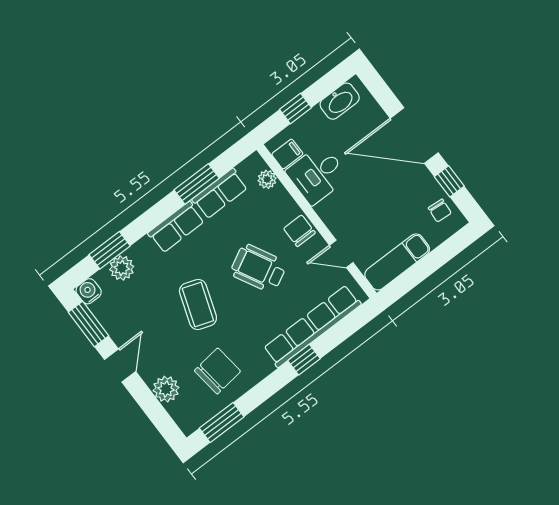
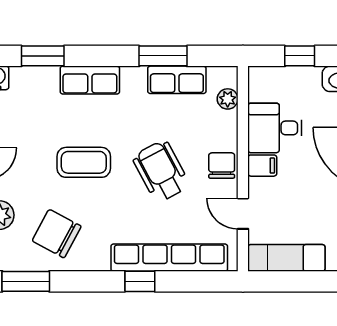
filing cabinet: (287, 154) -> (262, 166), moved
row of seats: (176, 227) -> (90, 80), moved
plant: (122, 268) -> (41, 80), removed
coffee table: (198, 304) -> (84, 162), turned 71
chair: (218, 371) -> (57, 234), turned -145

